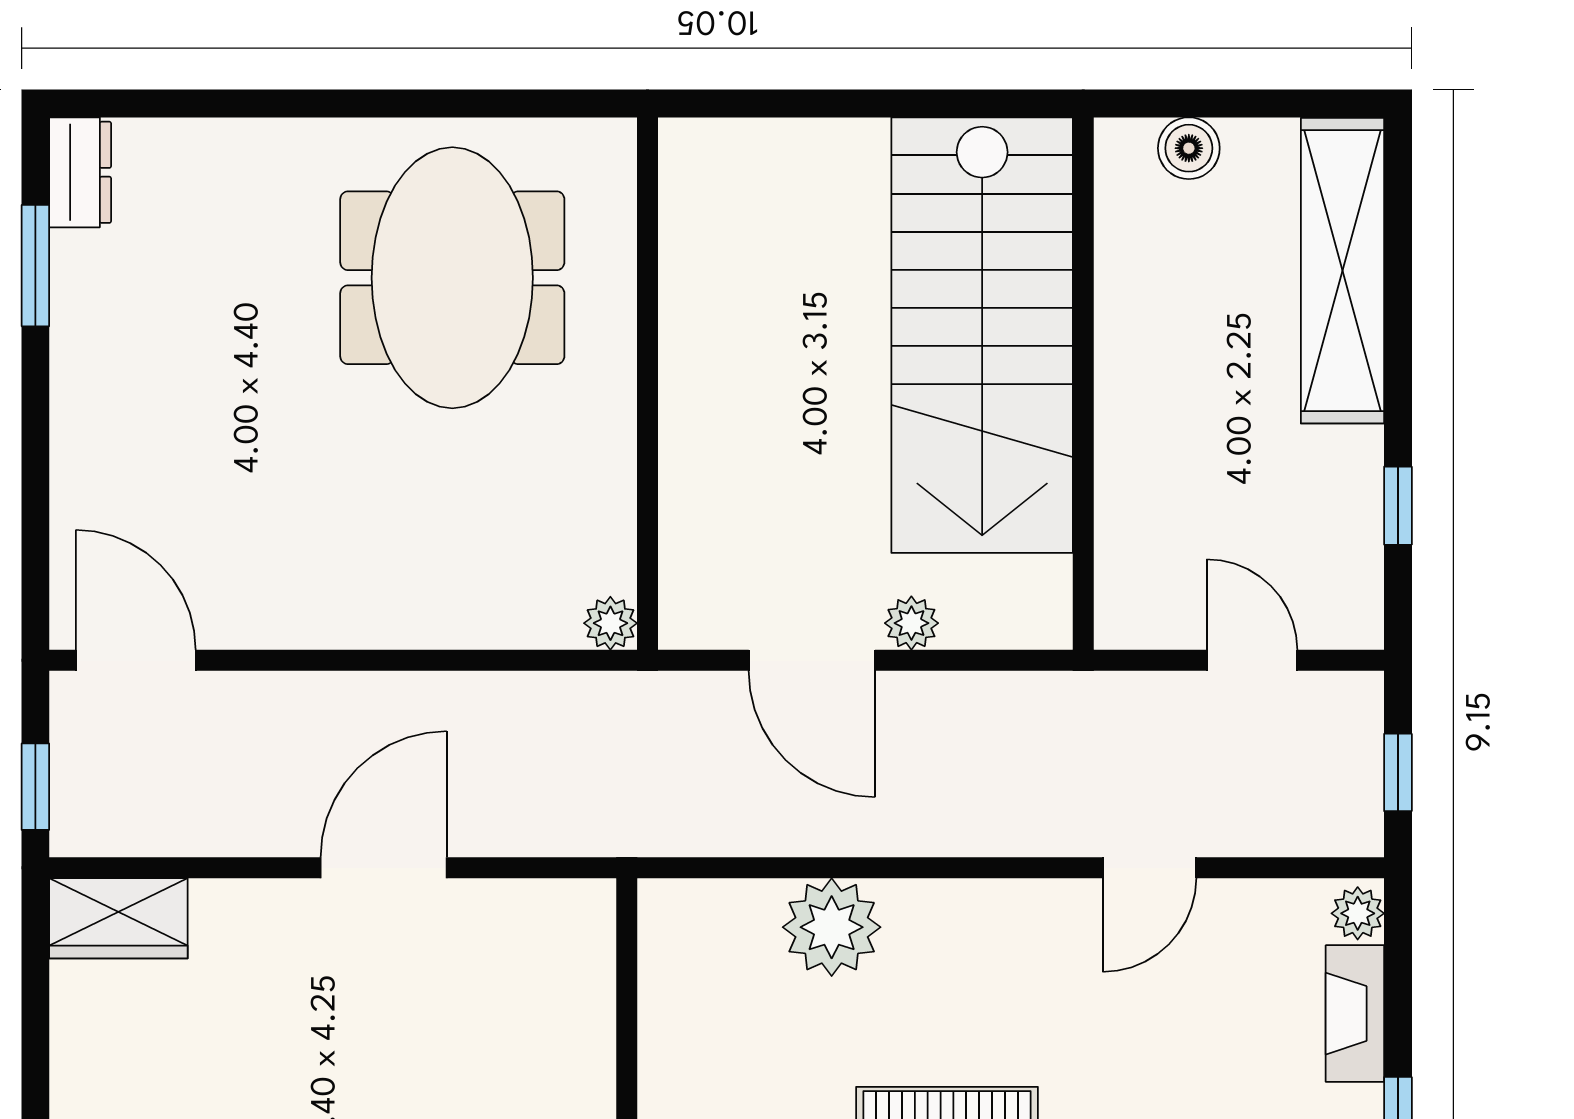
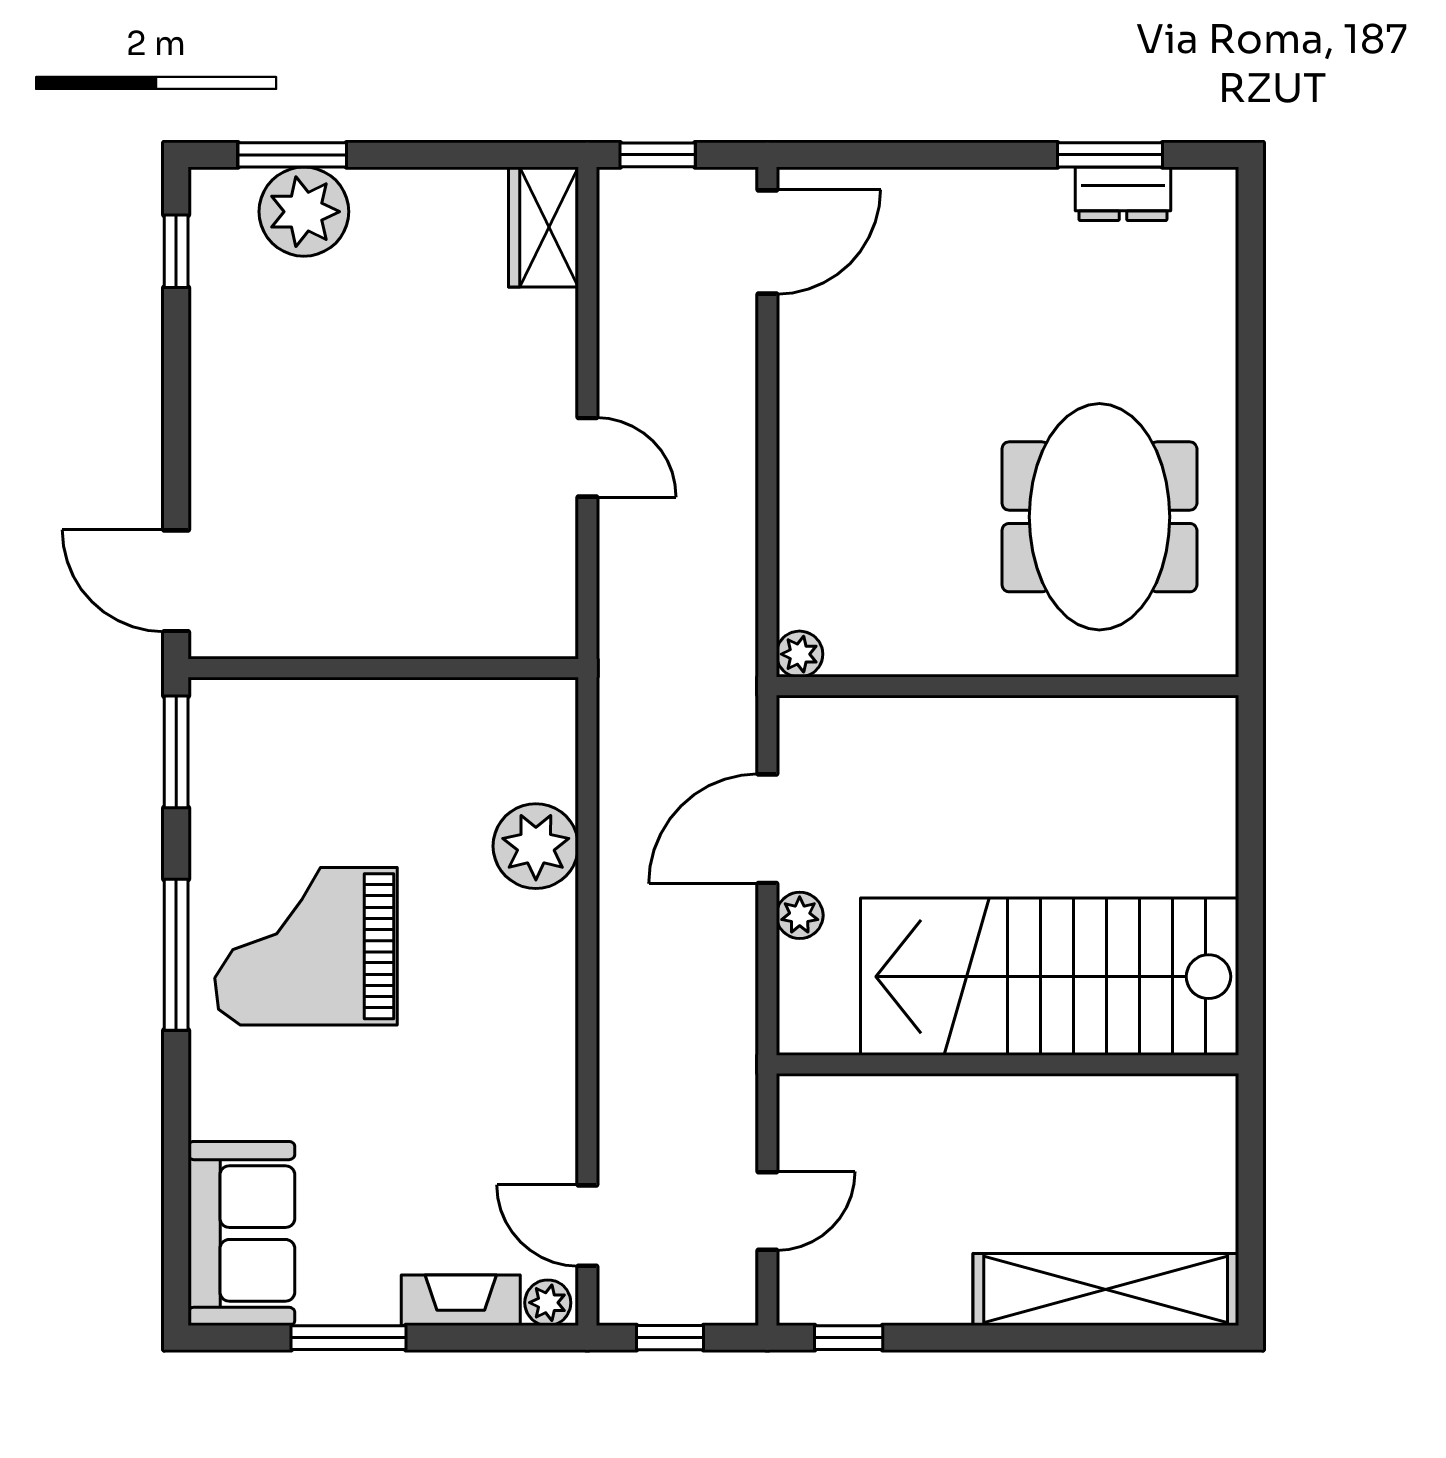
boiler: (1189, 148) -> (1212, 1156), removed
dresser: (80, 172) -> (1123, 194), moved
meeting table: (452, 278) -> (1099, 517), turned 90
window: (1398, 506) -> (849, 1338), moved
door: (384, 868) -> (587, 457), width x0.73
door: (1149, 868) -> (587, 1226), moved

